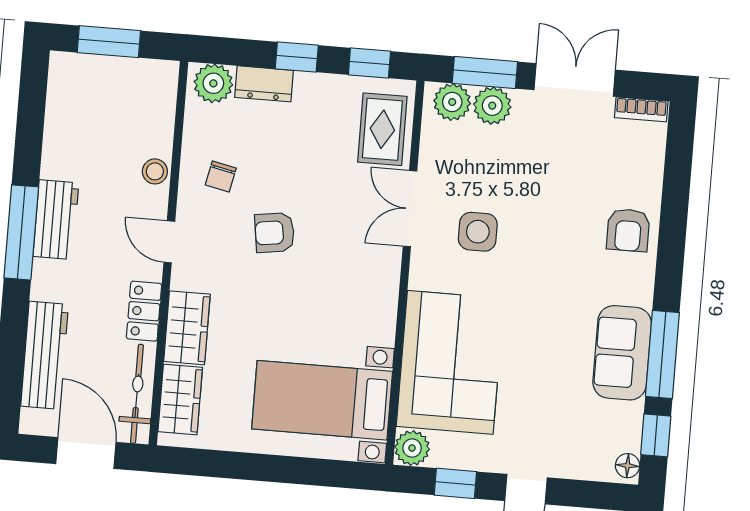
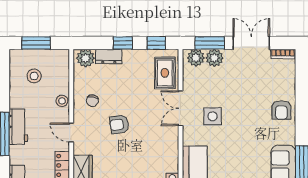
stool: (99, 113) -> (34, 76), added

